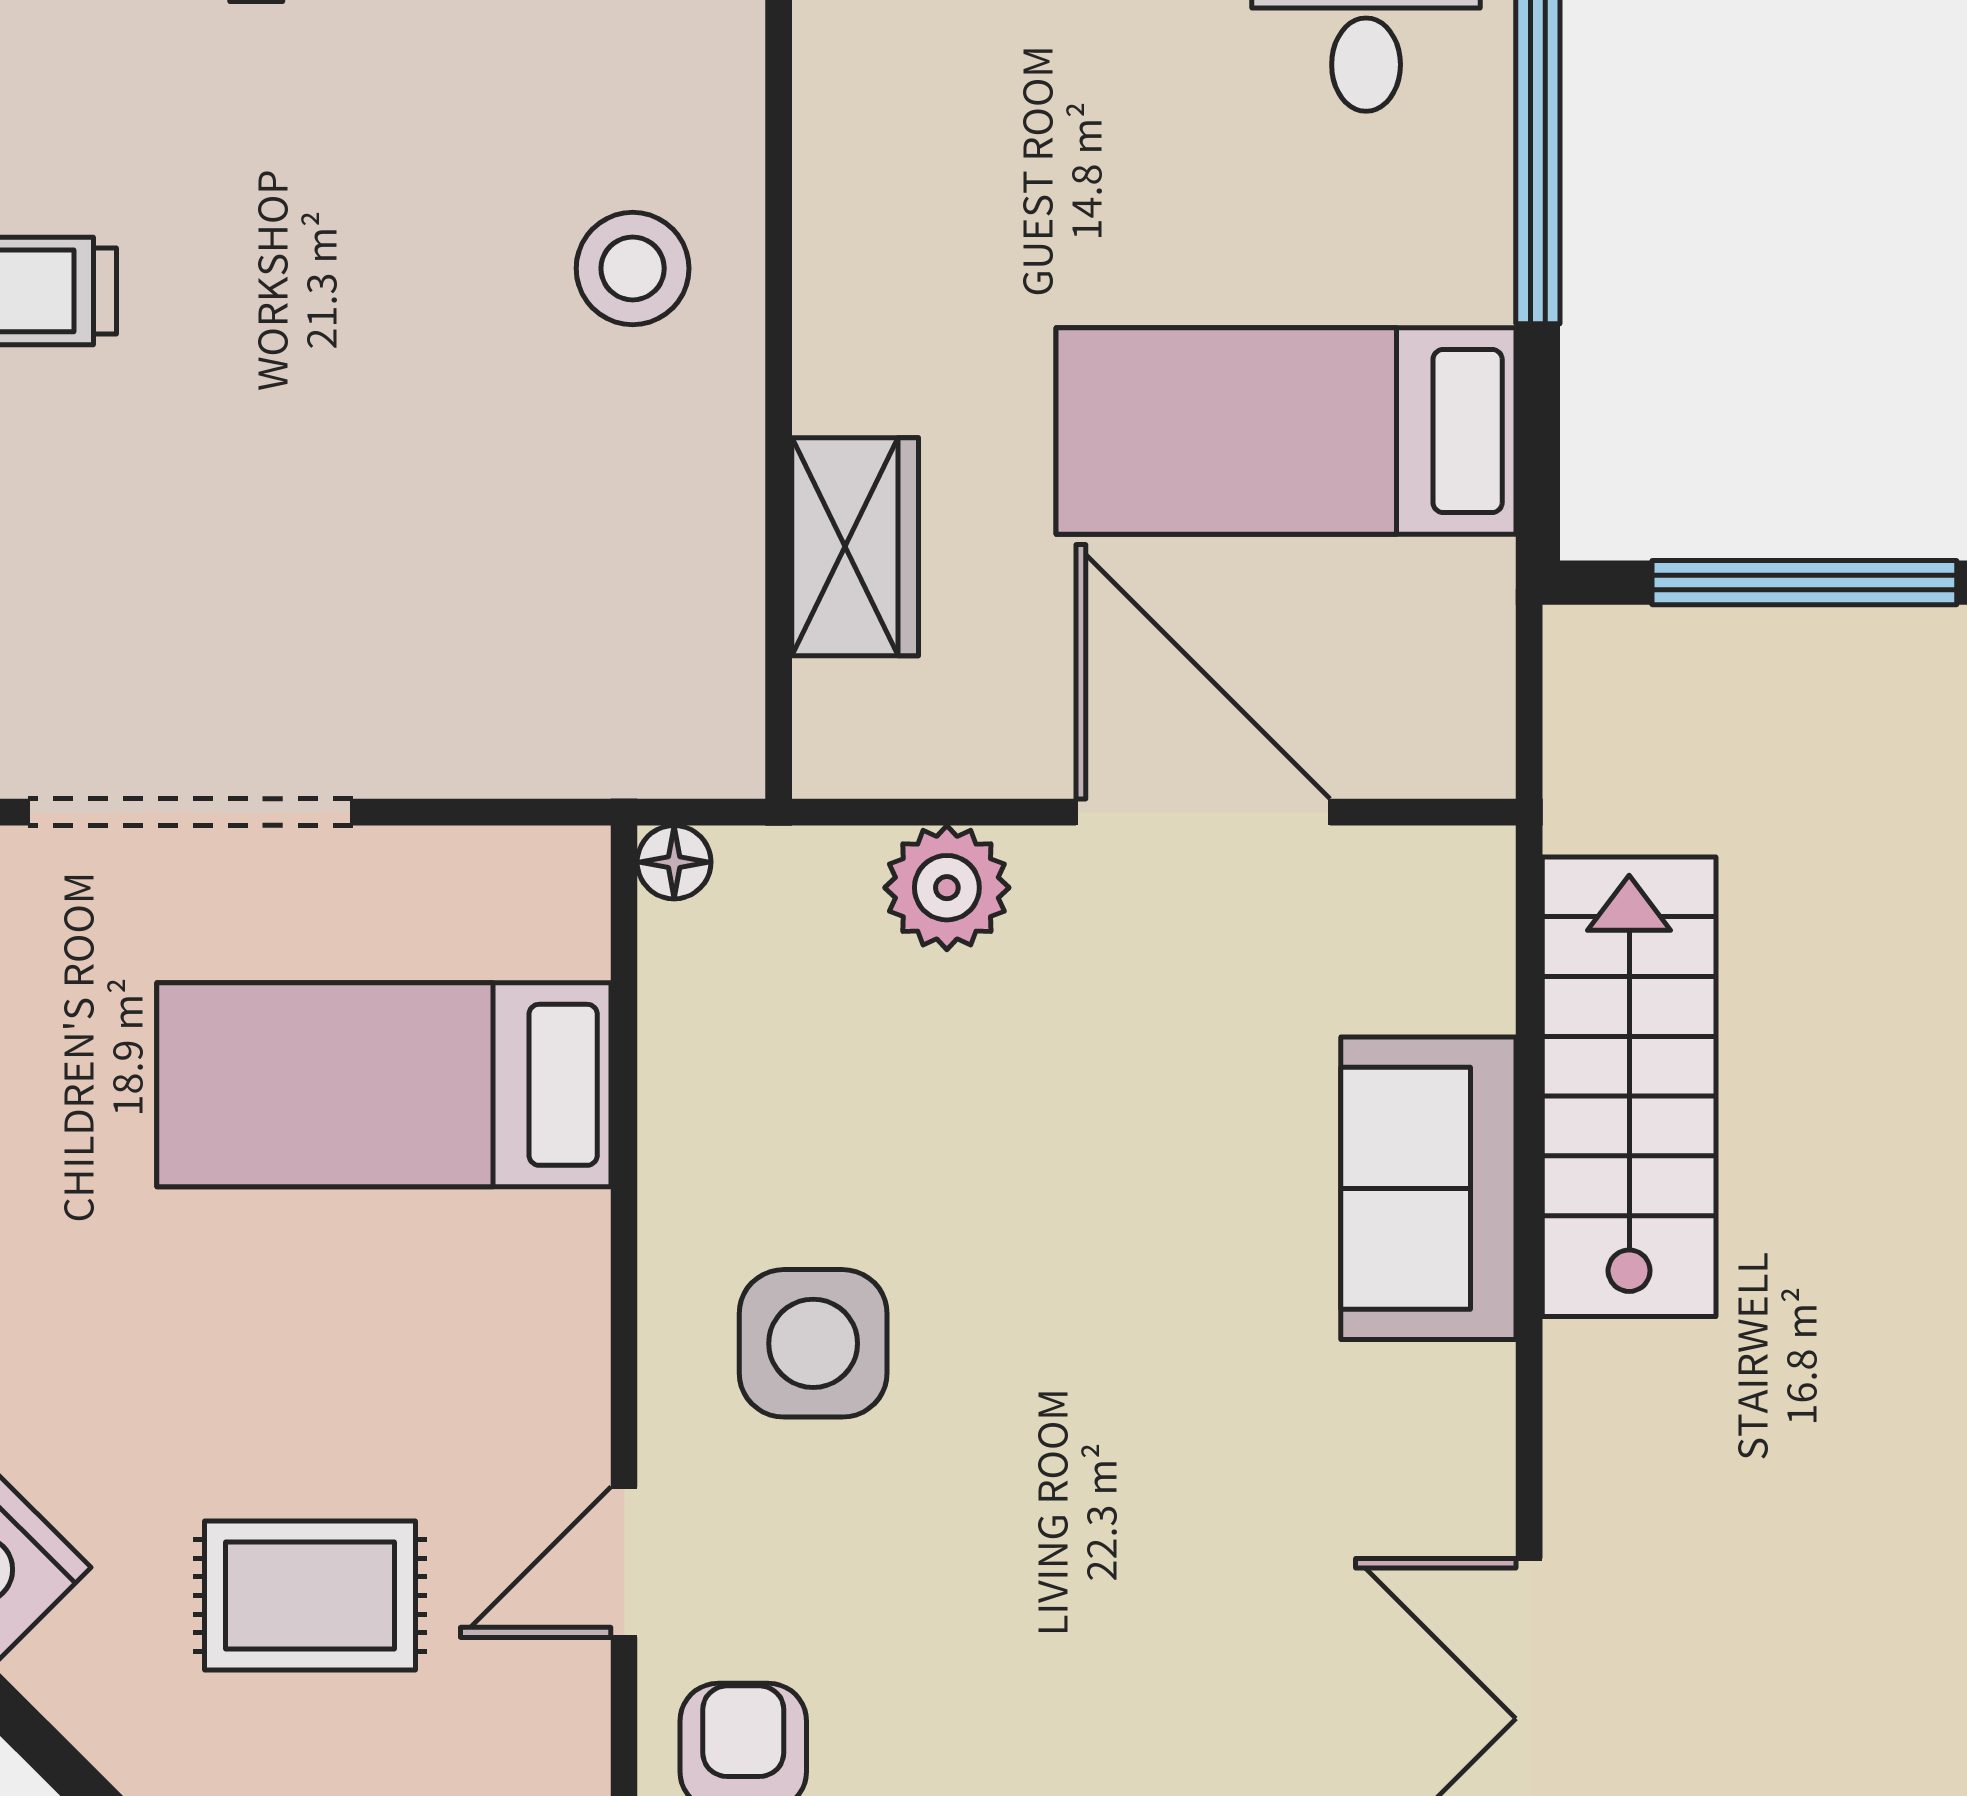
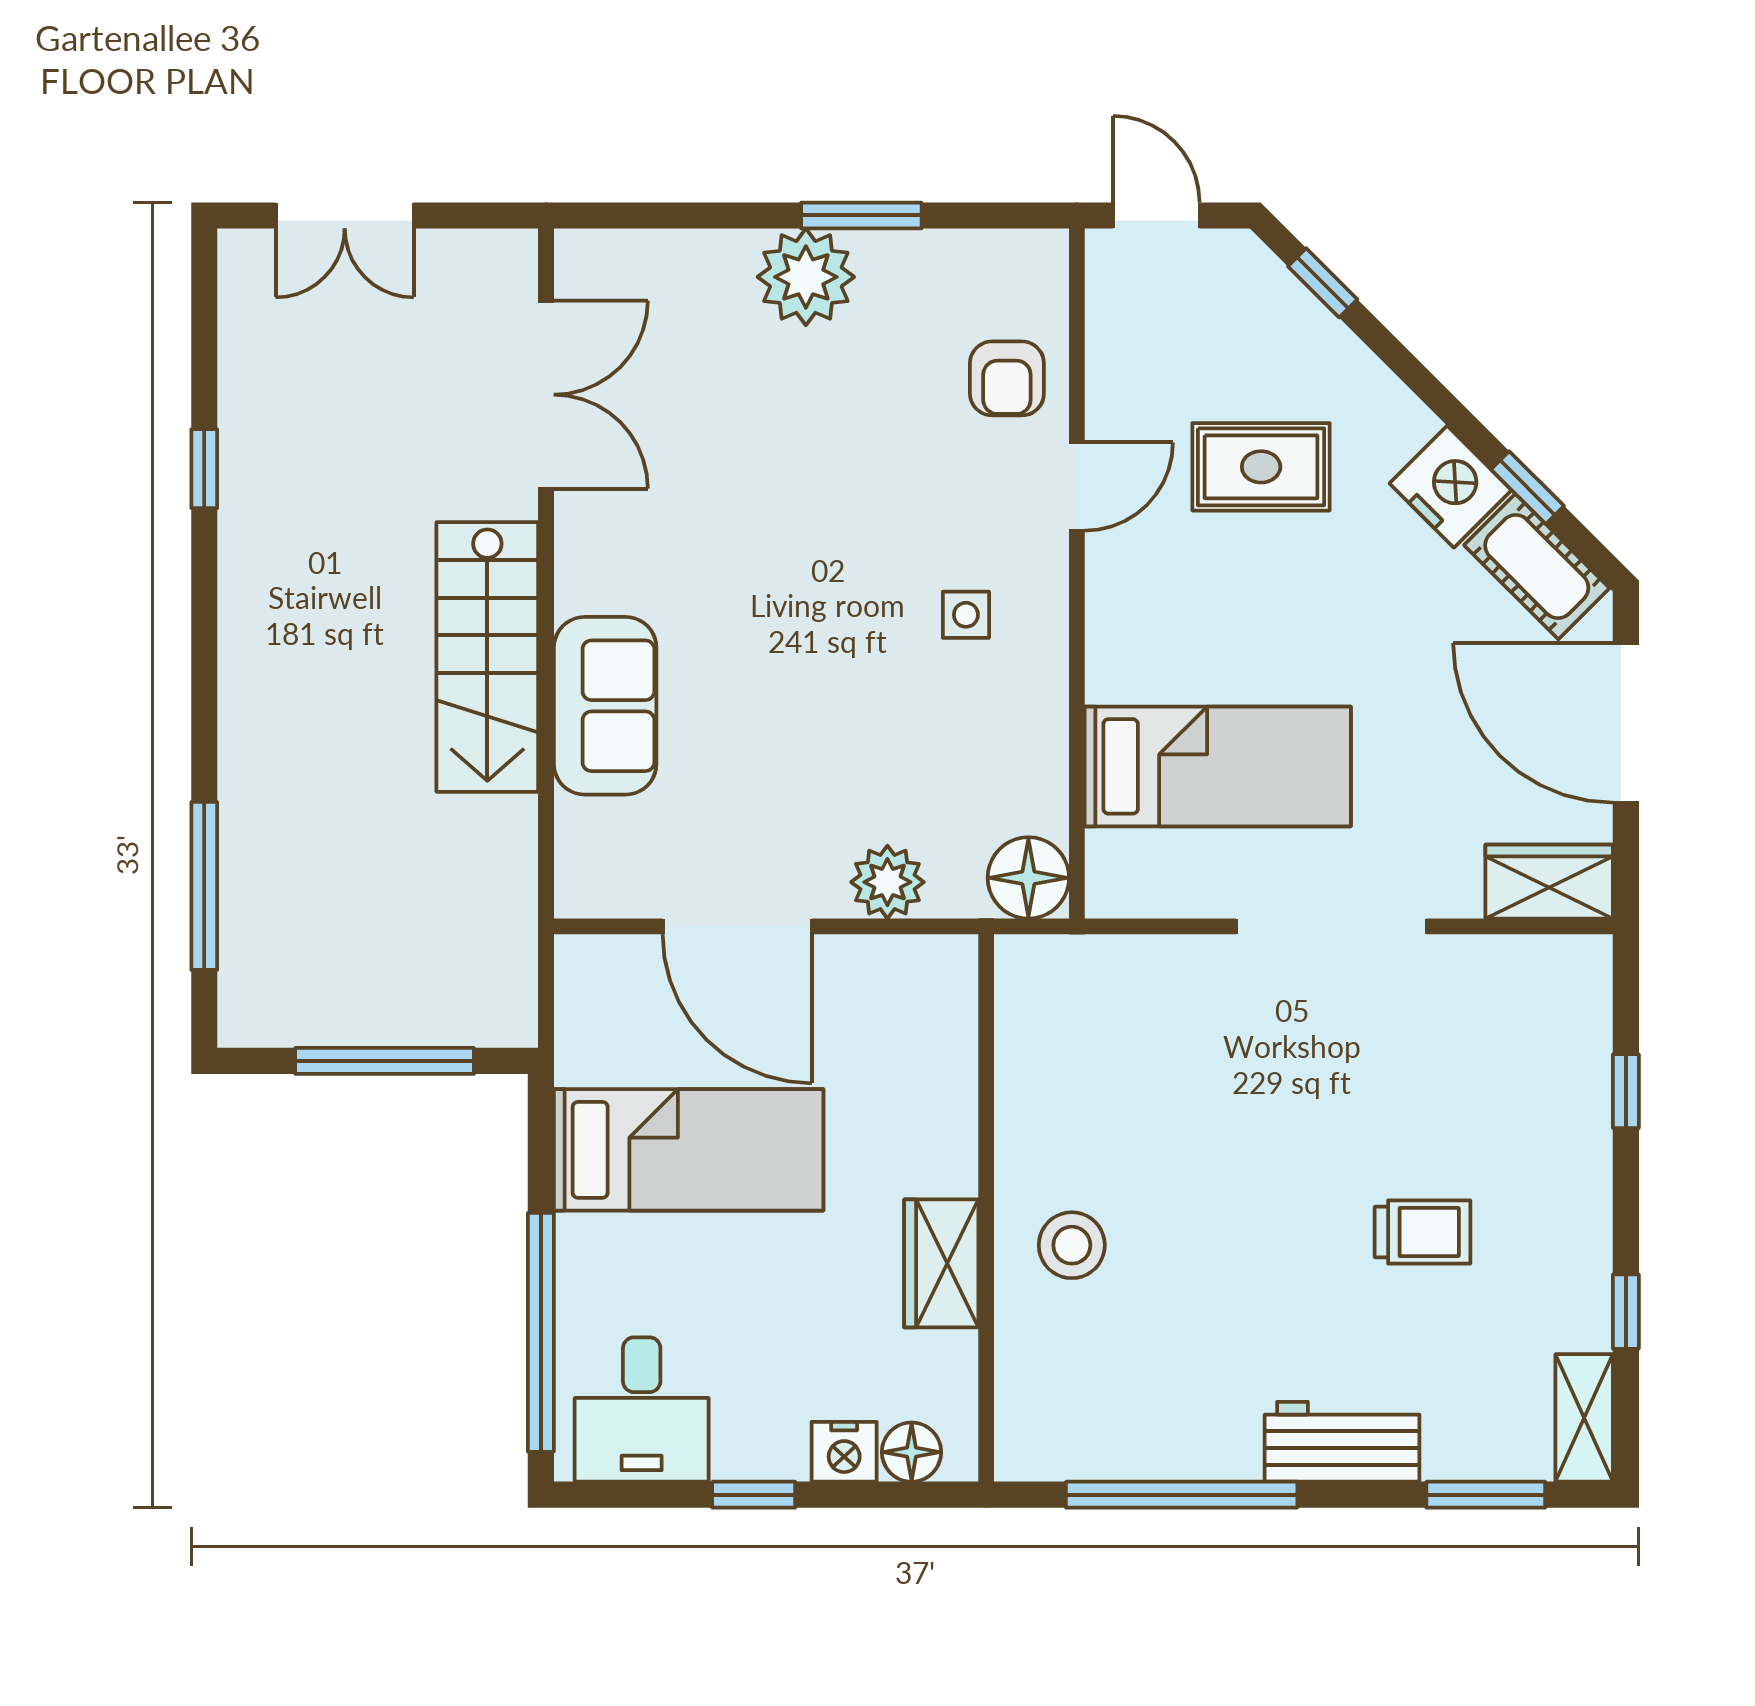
wardrobe: (855, 547) -> (941, 1263), moved
floor lamp: (674, 862) -> (1028, 878), width x1.89, depth x1.89
stairs: (1629, 1087) -> (487, 657), moved
side table: (813, 1343) -> (966, 615), width x0.54, depth x0.54

